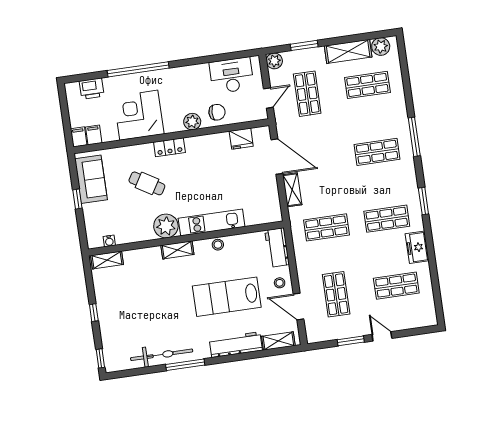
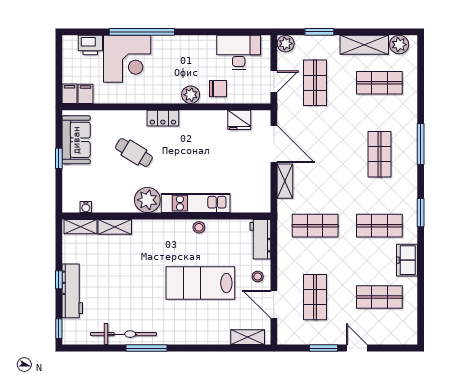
corner desk: (139, 115) -> (127, 59), moved, turned 180
shop shelf: (377, 152) -> (379, 154), turned 90
shelving: (177, 250) -> (115, 227), moved
workbench: (236, 345) -> (72, 291), moved, turned 90

